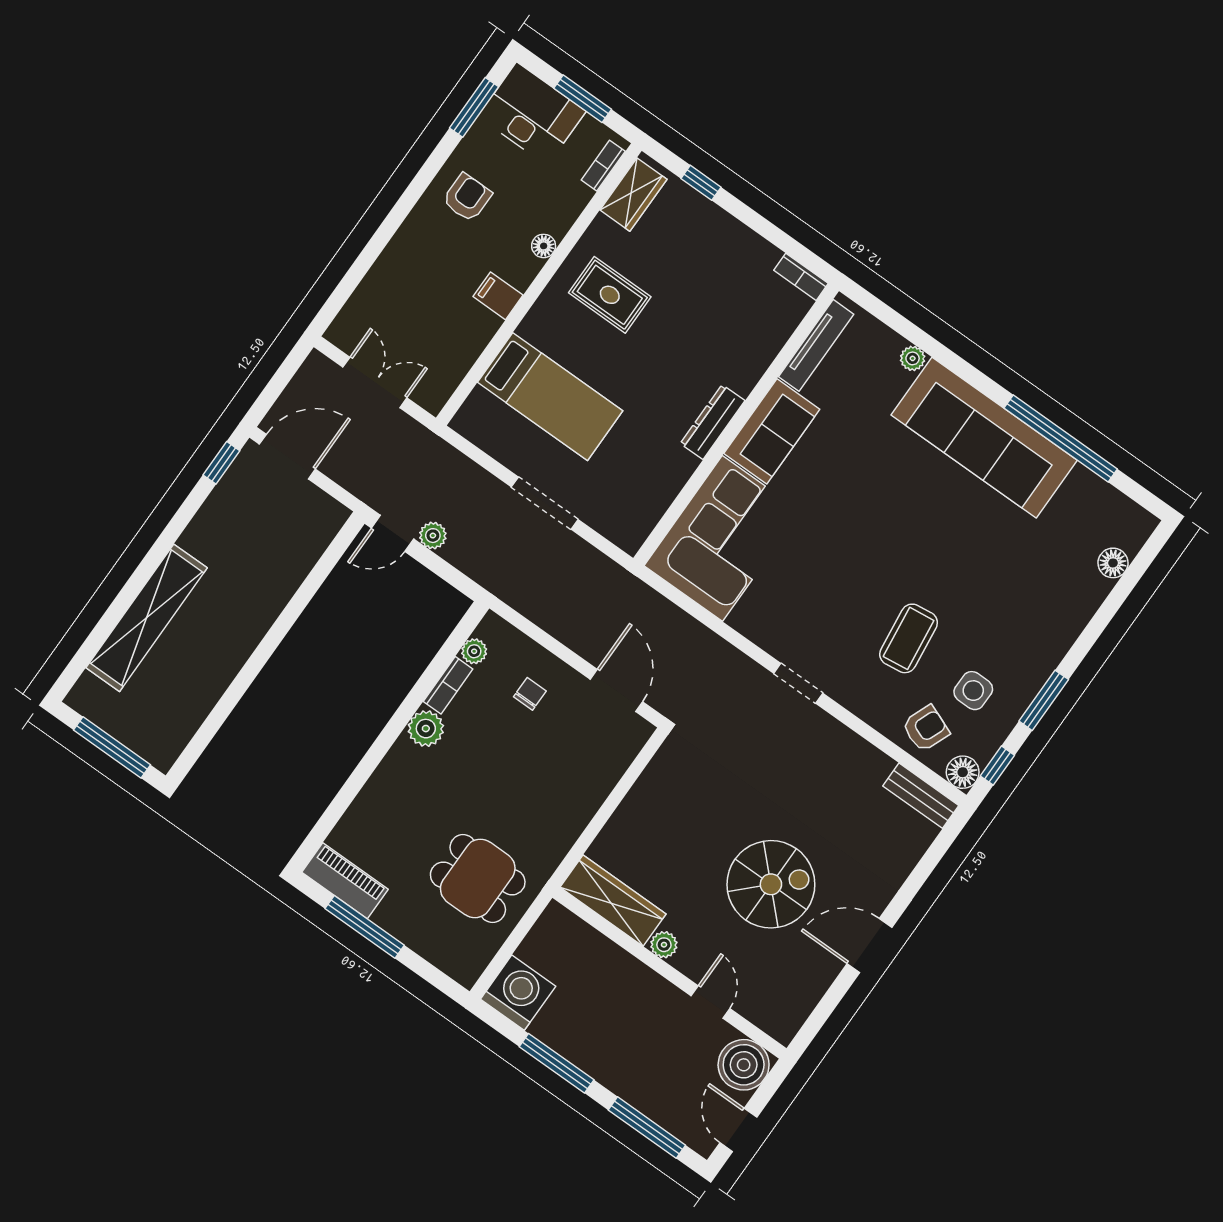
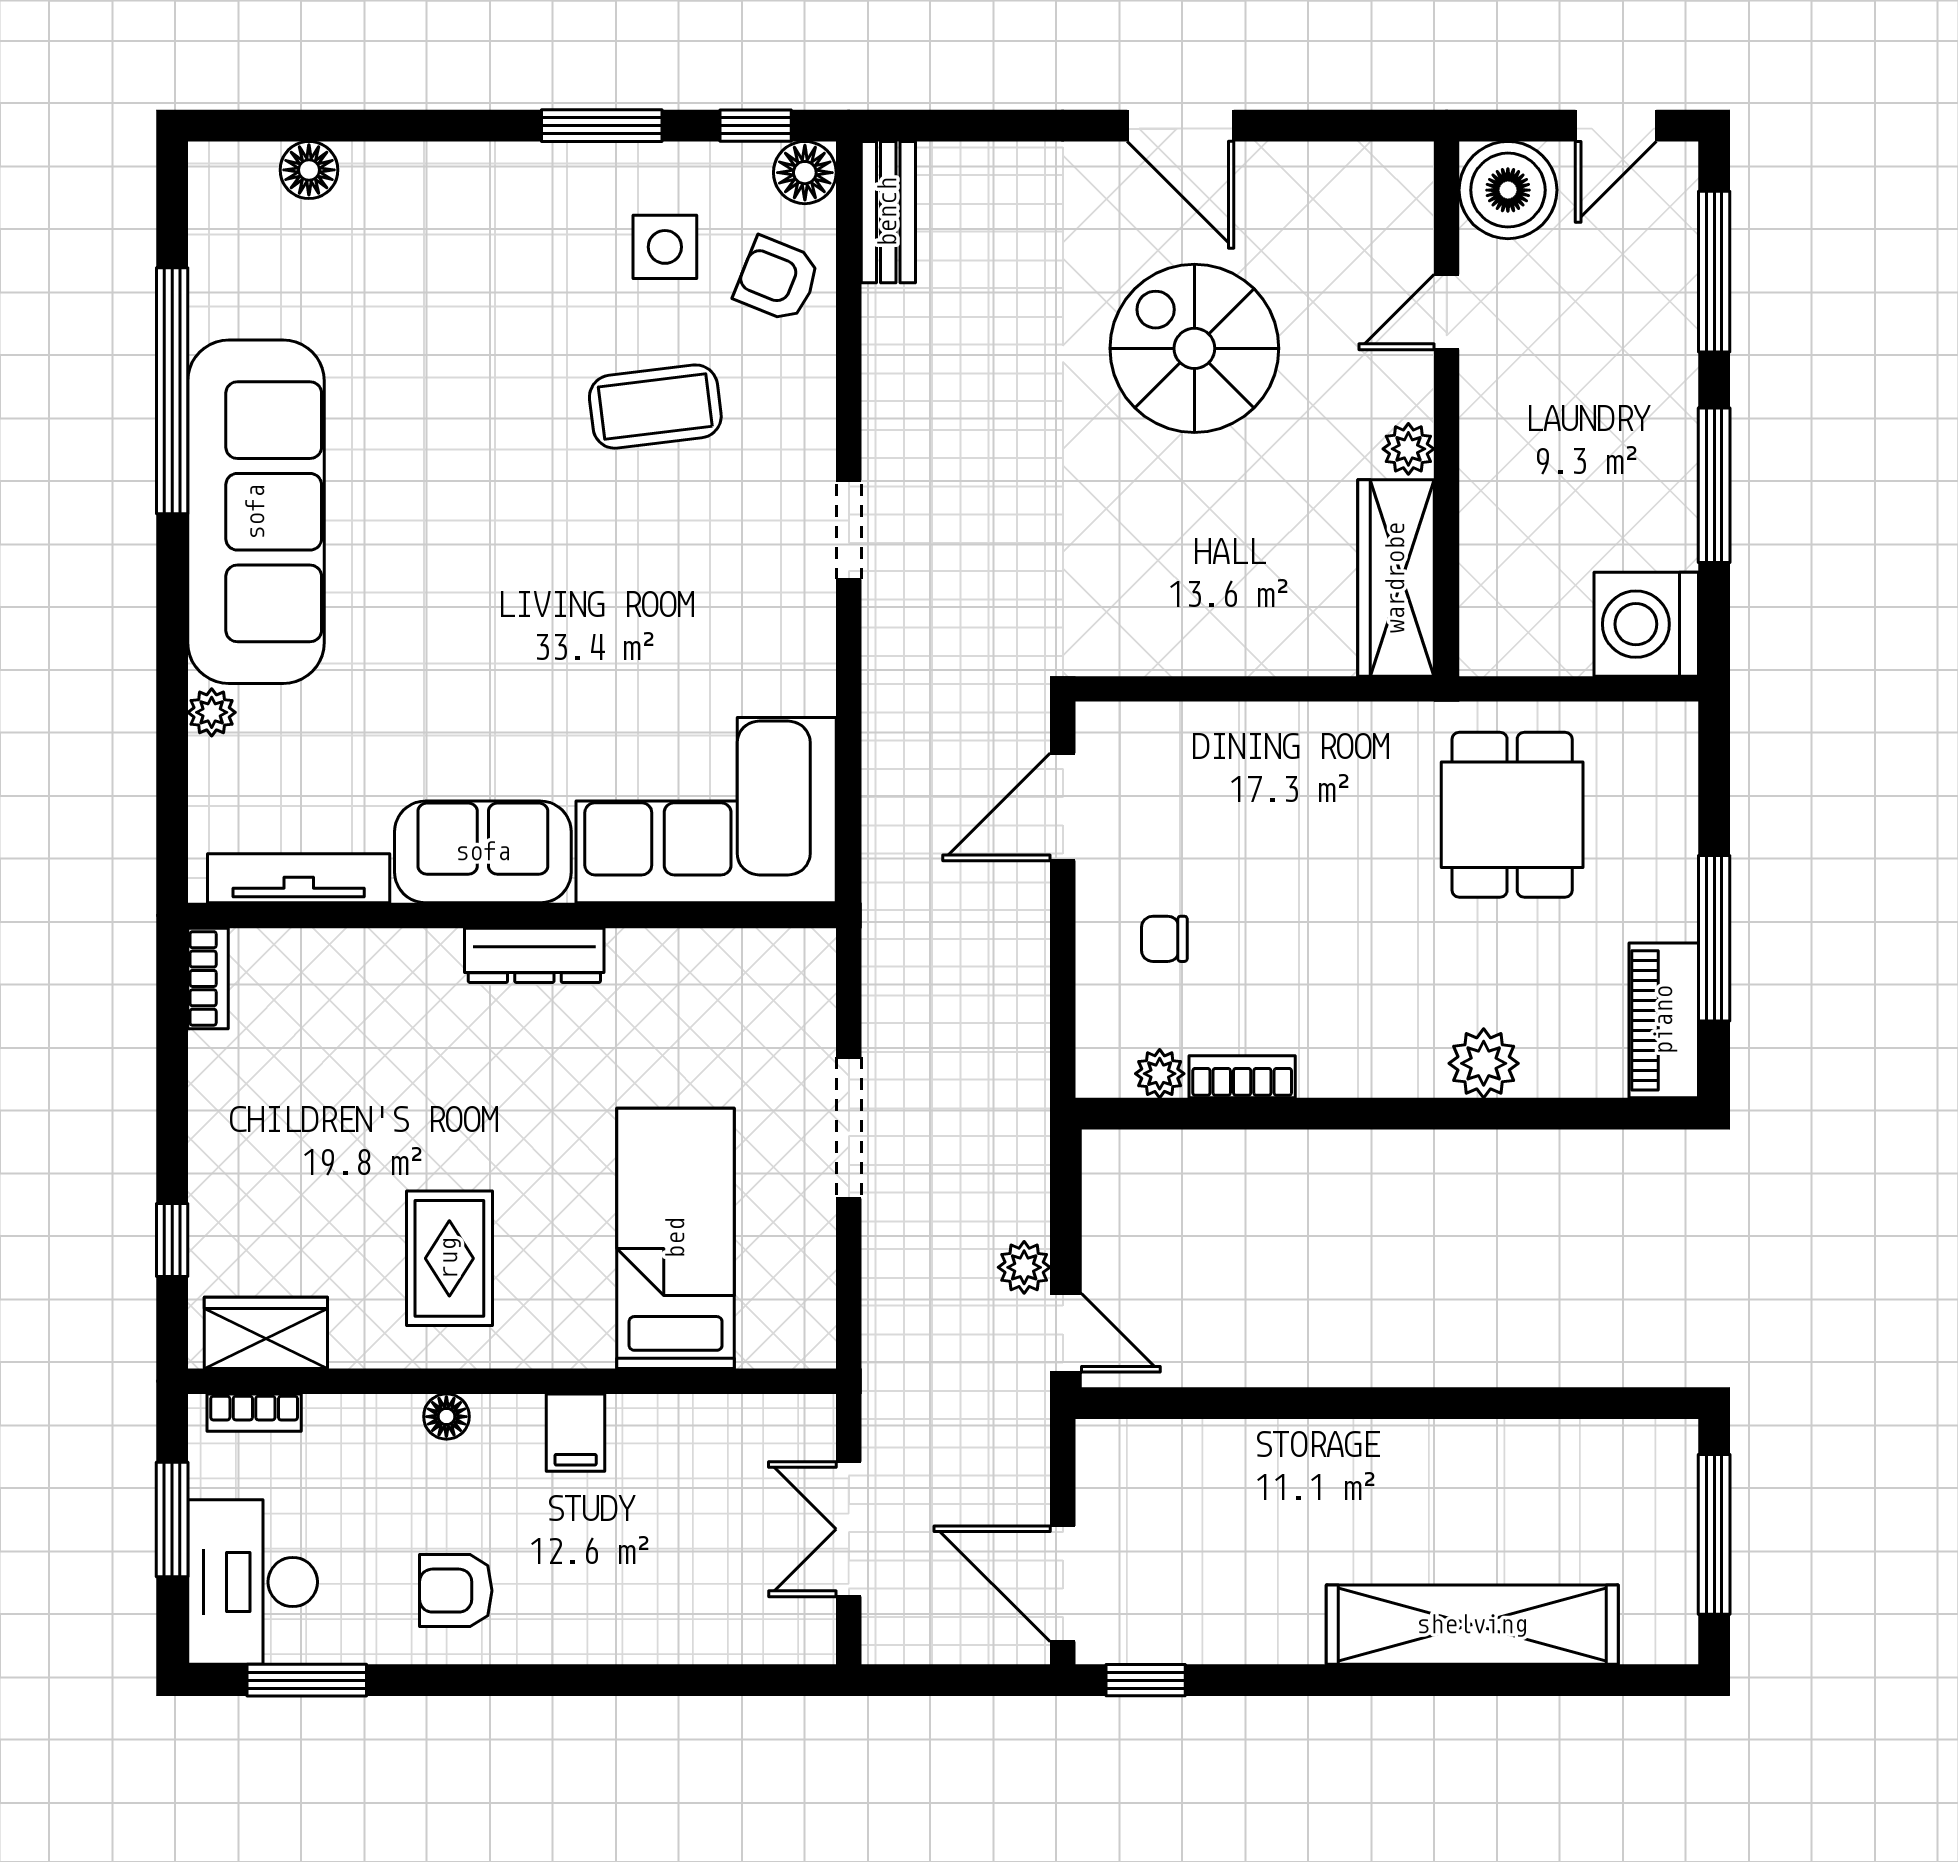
plant: (426, 729) -> (1484, 1063), moved

